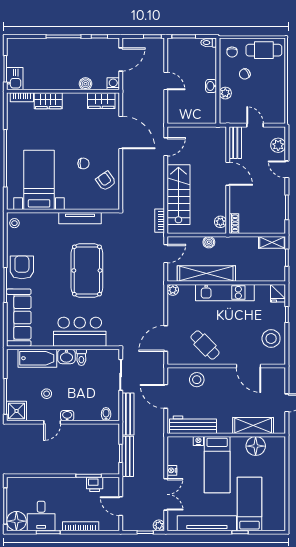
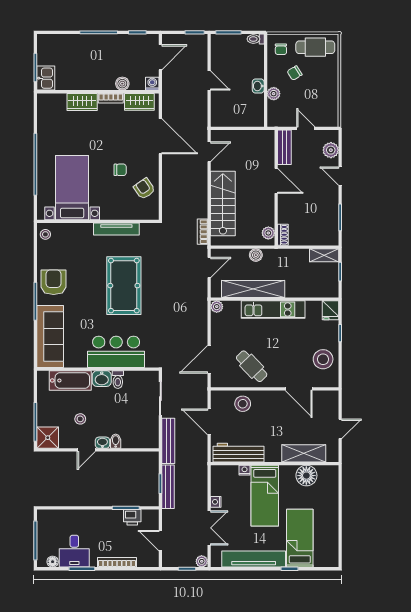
bookcase: (22, 97) -> (111, 98), moved
bidet: (106, 414) -> (116, 441), moved
floor lamp: (16, 521) -> (53, 562), width x0.53, depth x0.53

